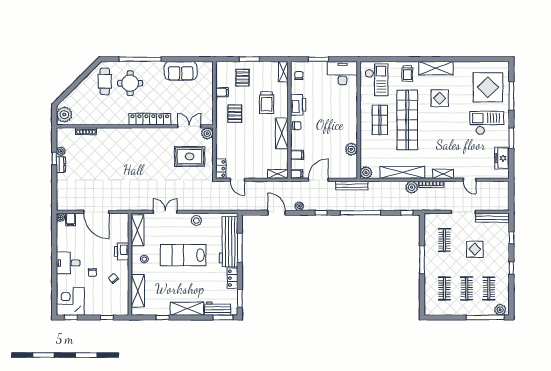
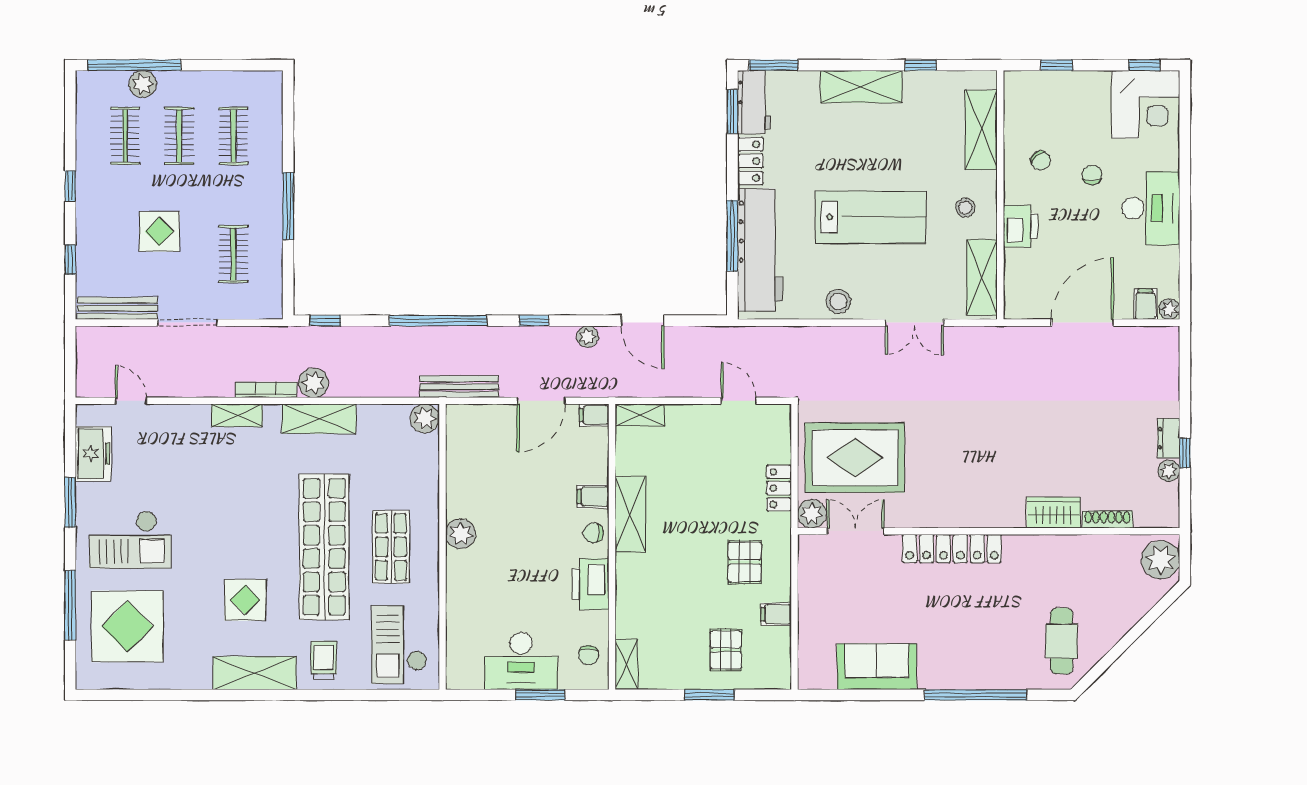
desk: (342, 73) -> (521, 661), moved
round table: (130, 83) -> (1000, 636), removed
trolley: (267, 103) -> (667, 589), removed
double door: (189, 126) -> (856, 531), swing flipped
wardrobe: (108, 134) -> (1054, 513), added
plant: (351, 149) -> (461, 534), moved
filing cabinet: (297, 155) -> (593, 497), moved
rug: (190, 156) -> (855, 458), width x1.37, depth x1.44
locker: (221, 169) -> (779, 488), moved
shelving: (402, 172) -> (319, 419), width x0.68
door: (470, 180) -> (131, 401), moved
door: (96, 212) -> (1083, 323), hinge flipped
desk: (68, 263) -> (1151, 208), width x1.37
workbench: (218, 309) -> (754, 102), moved, turned -90
plant: (500, 310) -> (143, 84), moved

